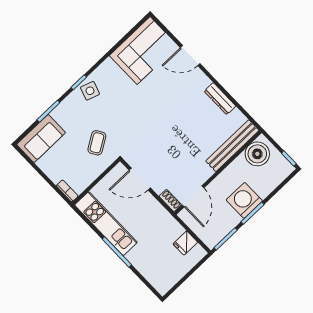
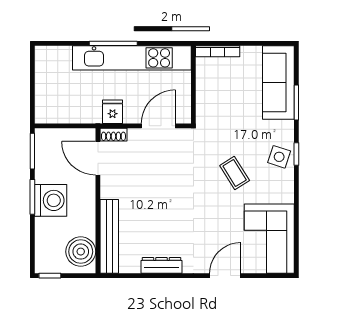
sofa: (41, 139) -> (278, 83), width x1.36
coffee table: (97, 143) -> (235, 173), moved
bookcase: (67, 191) -> (218, 51), width x1.56
kitchen unit: (106, 224) -> (132, 58), width x1.36
fridge: (185, 243) -> (113, 112), moved

